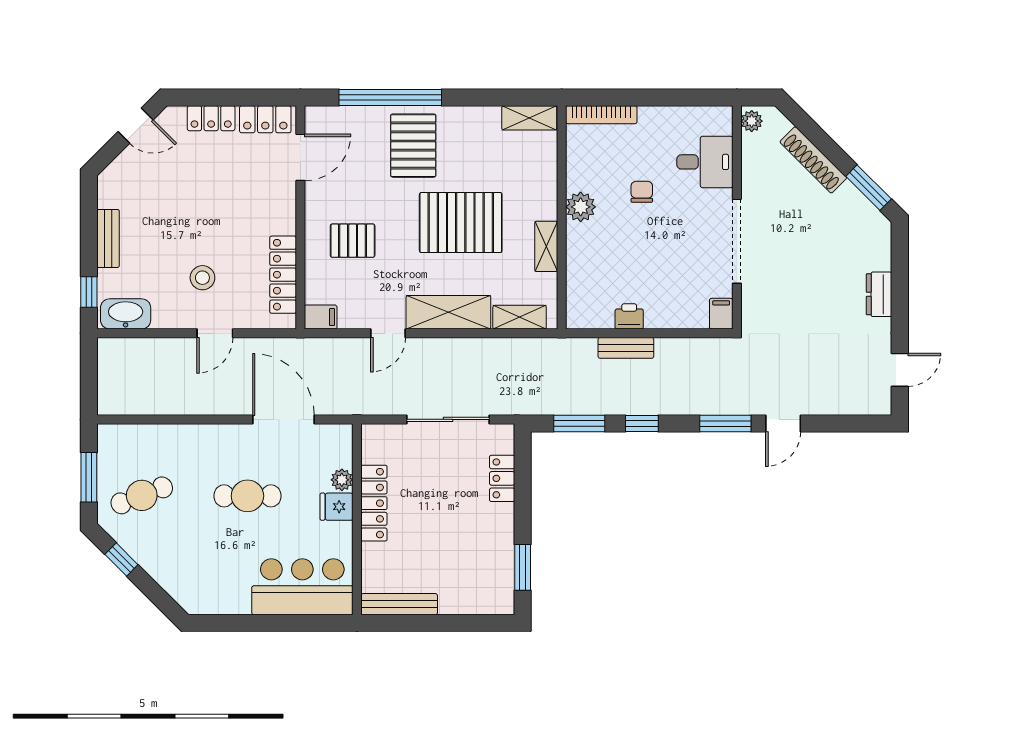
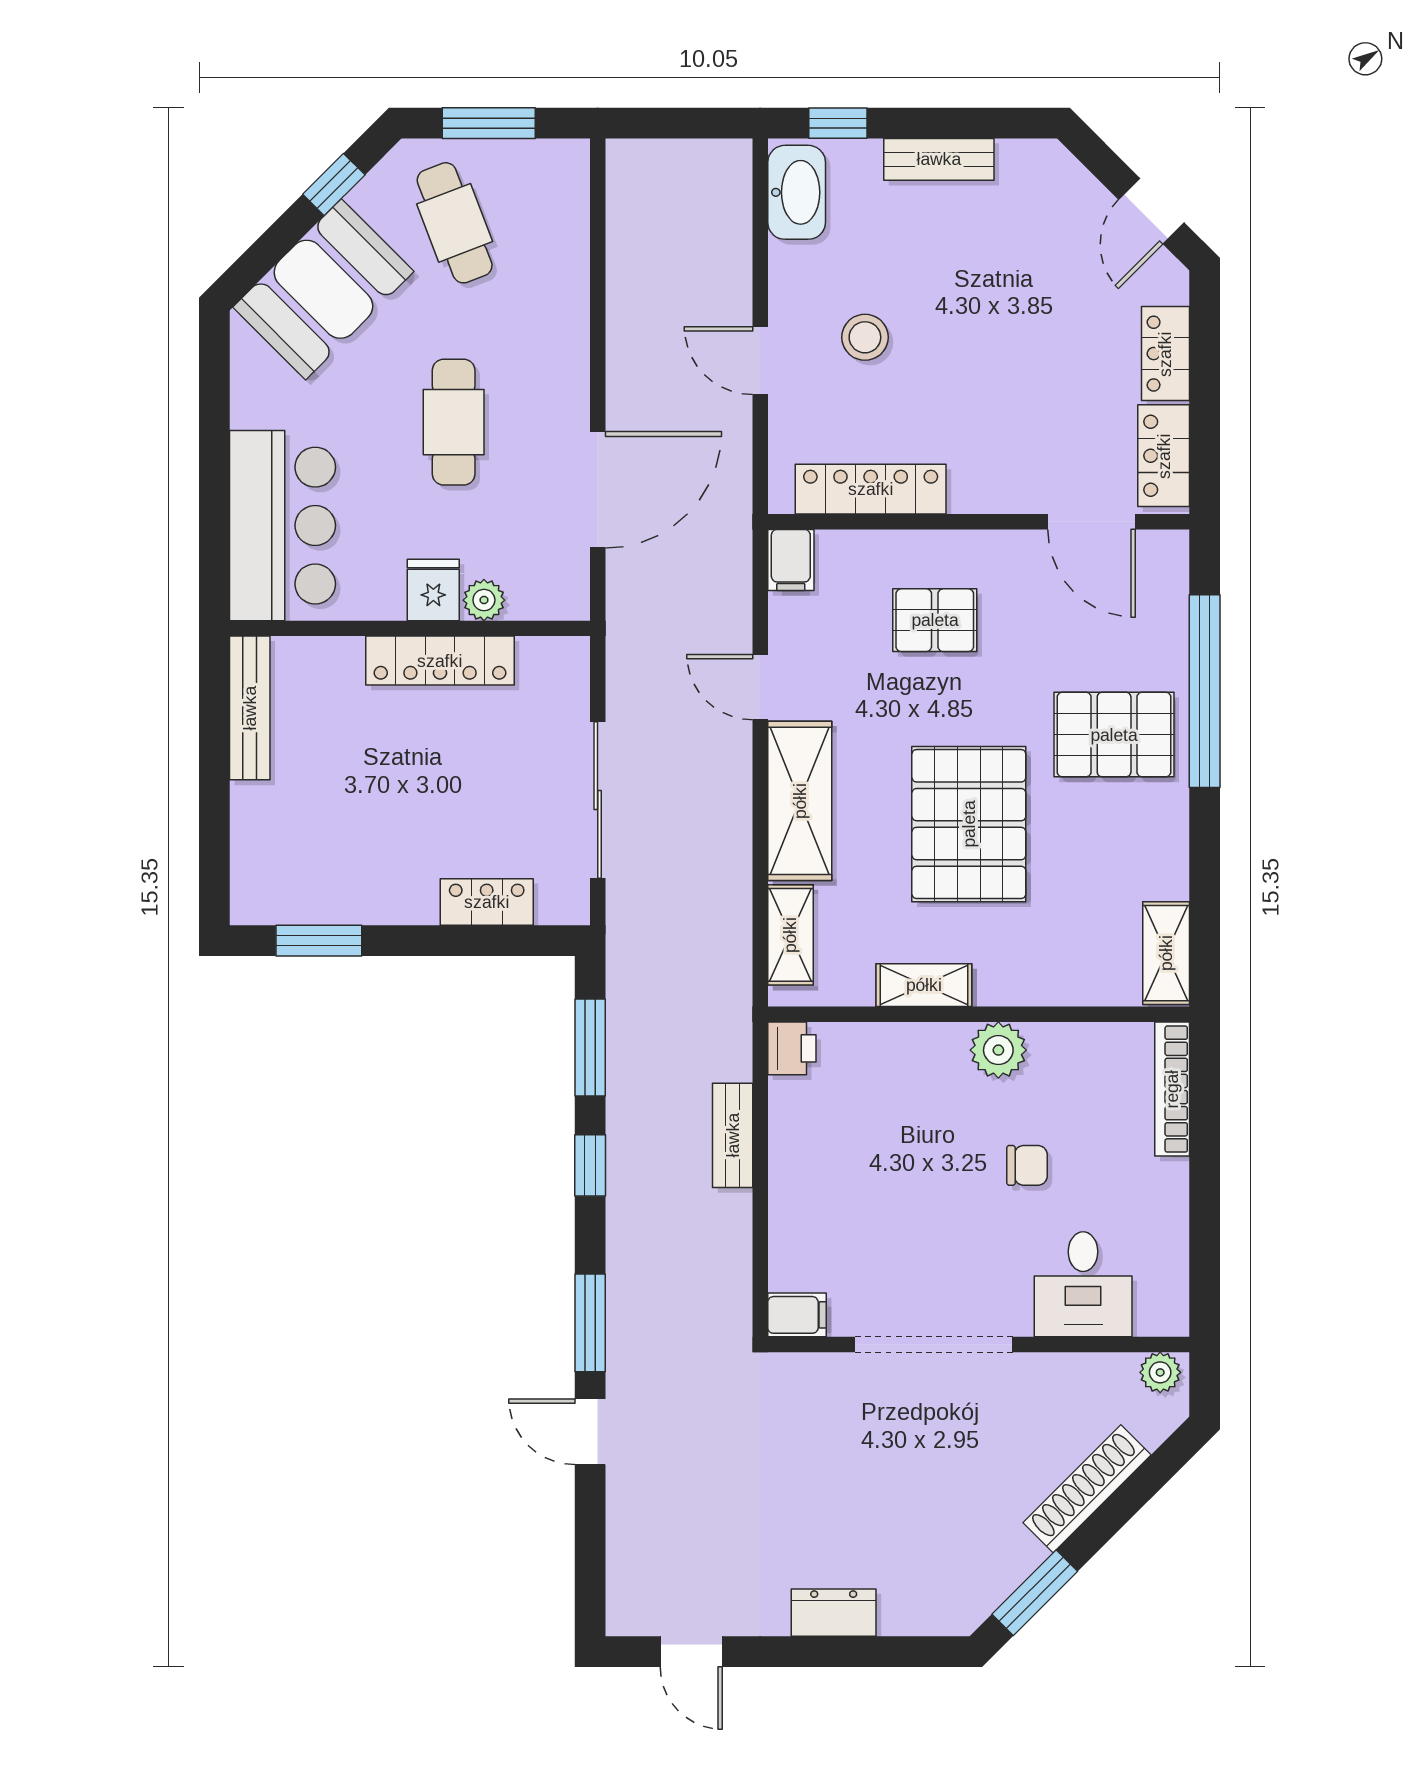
pallet: (353, 241) -> (935, 620), turned 90
printer: (629, 316) -> (792, 1048), moved
booth: (177, 565) -> (323, 289), added

